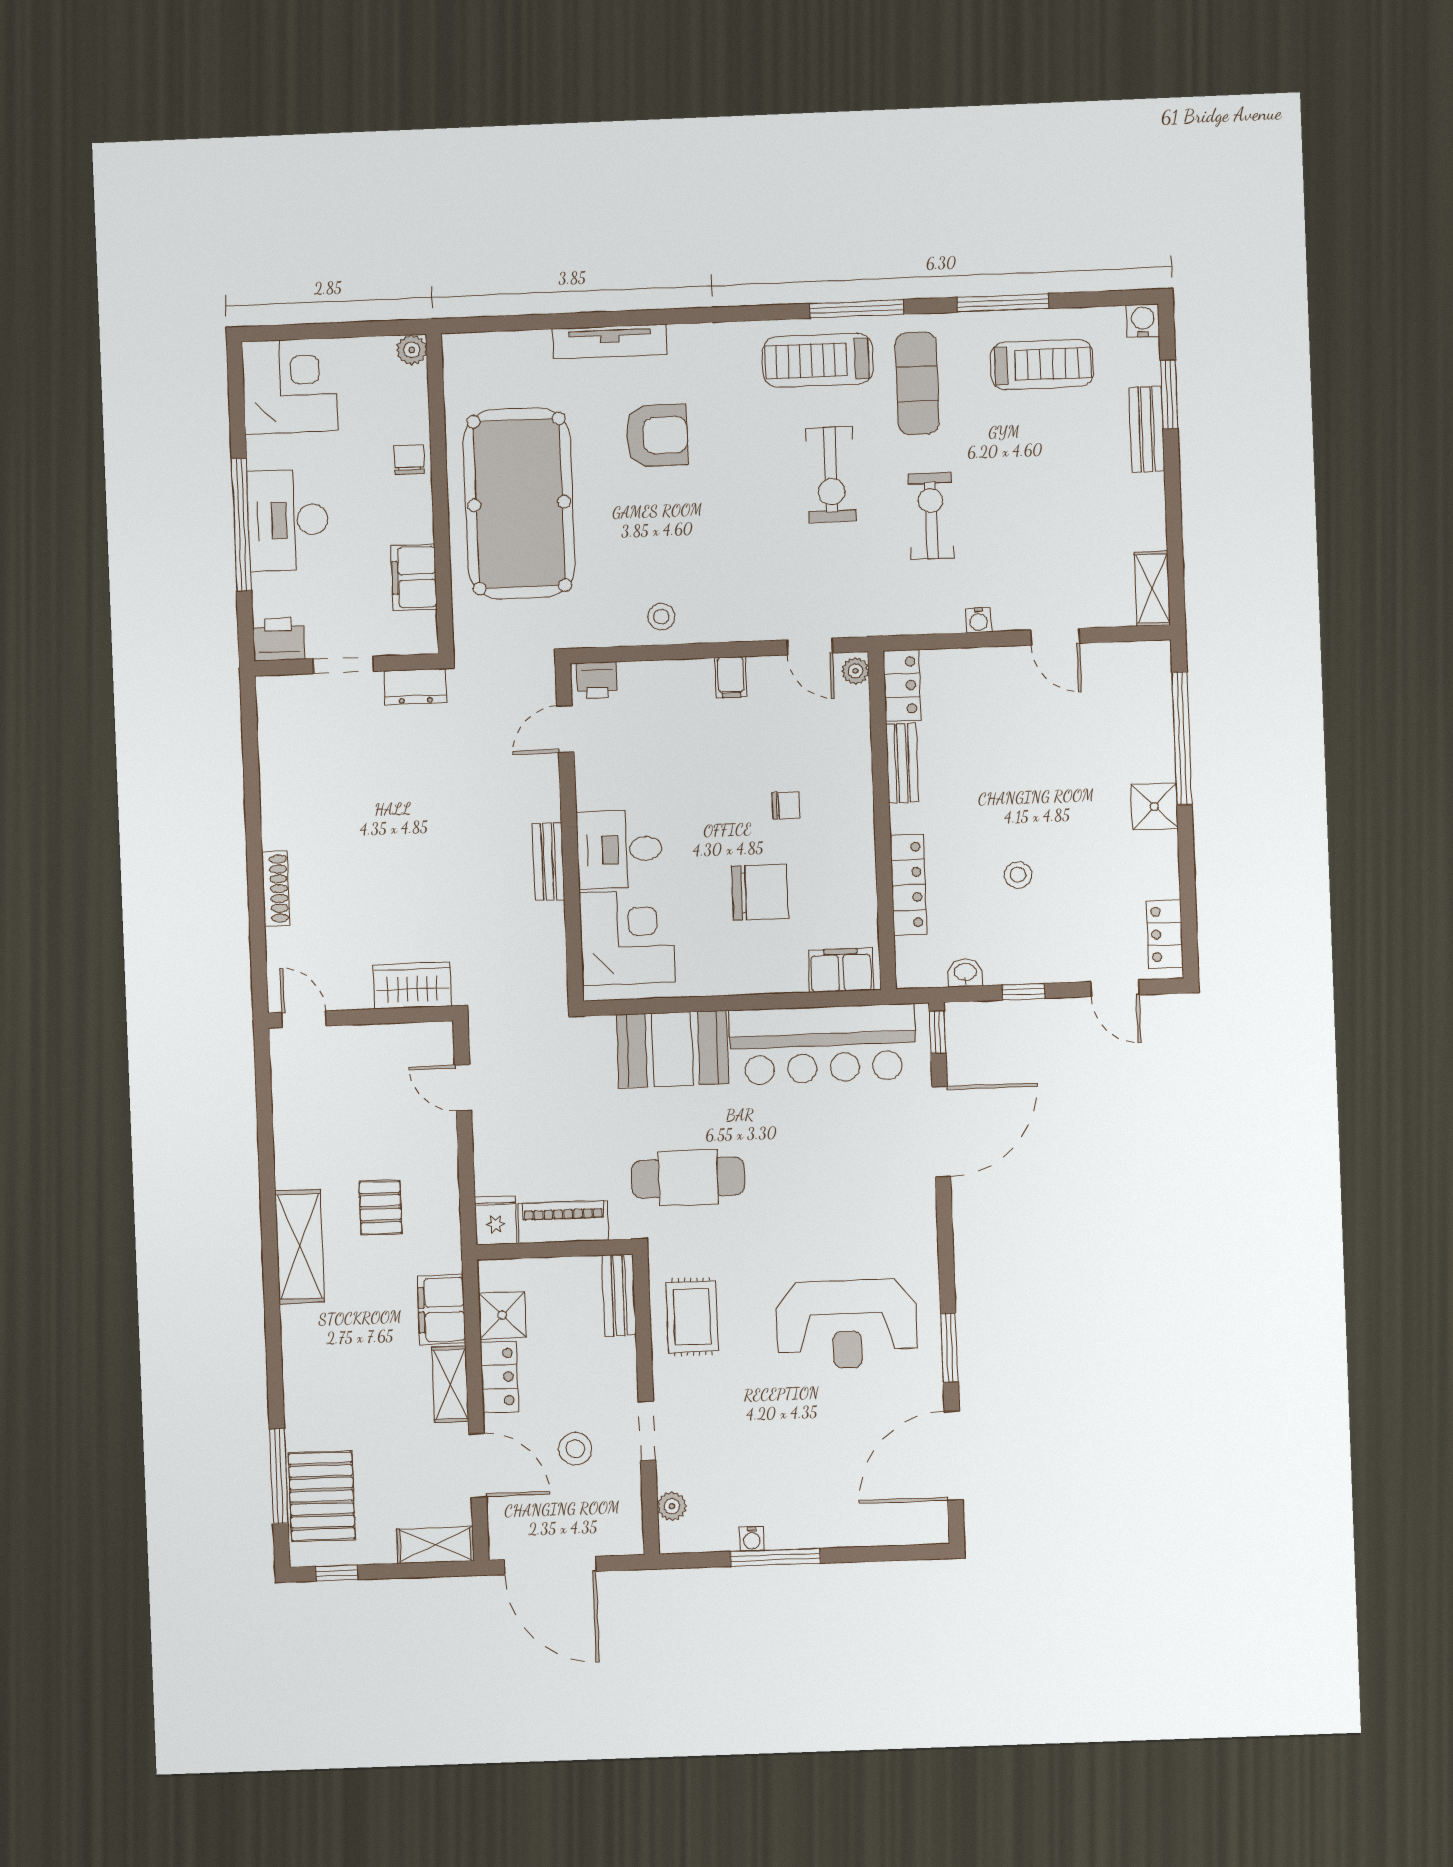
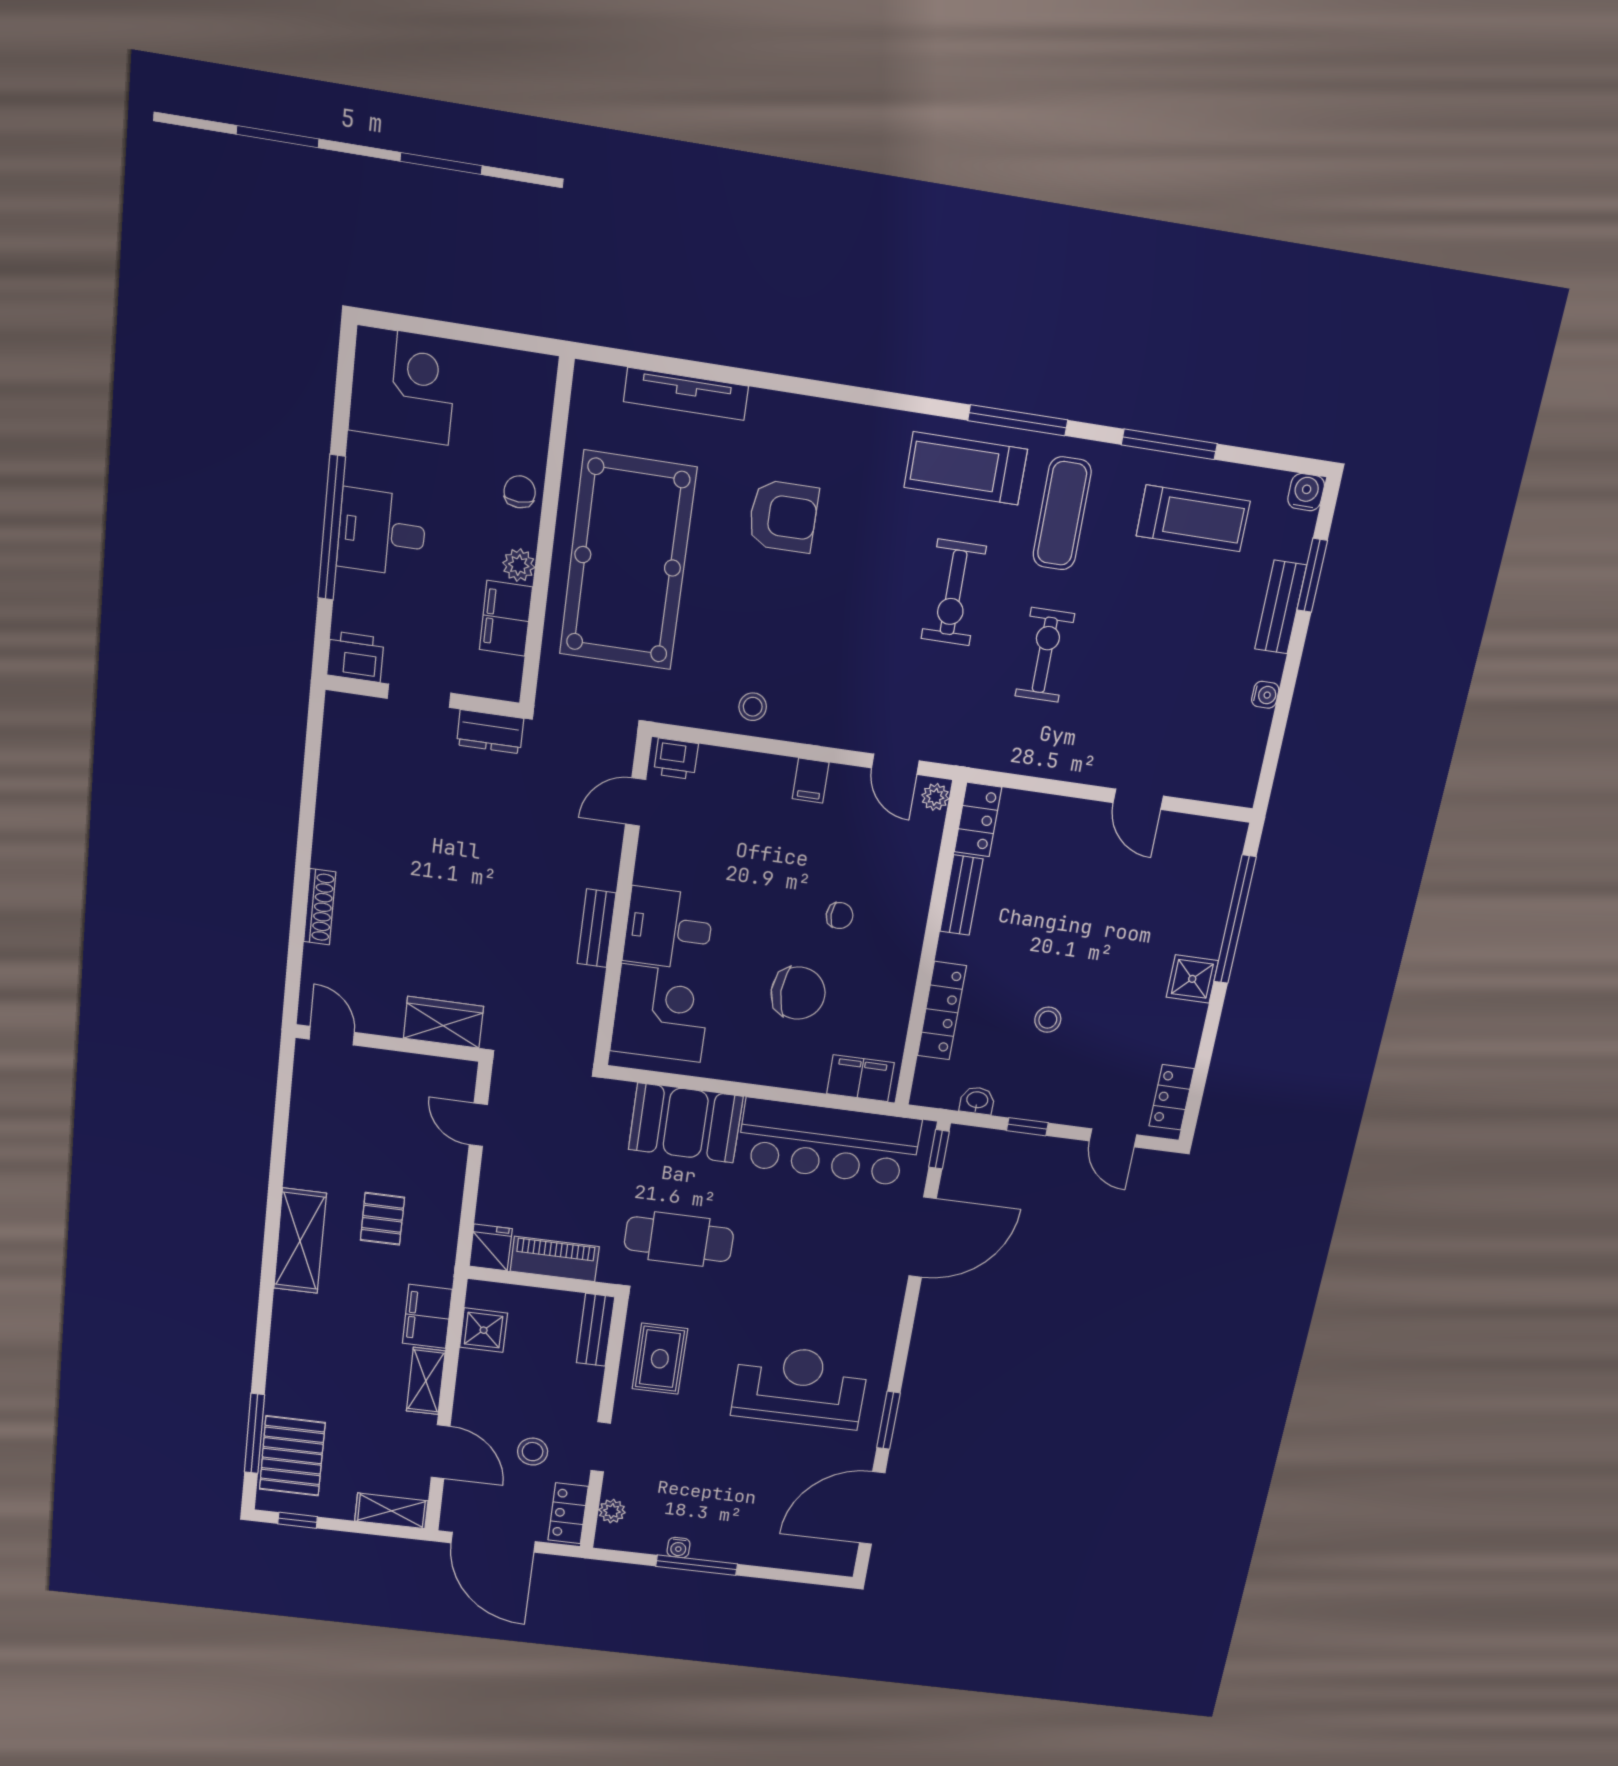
tv unit: (610, 342) -> (686, 394), moved
plant: (412, 350) -> (519, 565), moved
desk: (288, 520) -> (382, 532), width x0.73
shelving: (1152, 589) -> (1244, 769), removed
water cooler: (979, 620) -> (1265, 695), moved, turned -90
reception desk: (847, 1324) -> (800, 1387), turned 180
locker: (499, 1377) -> (568, 1513), moved, turned 180

